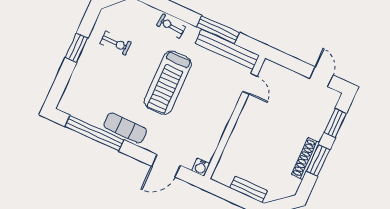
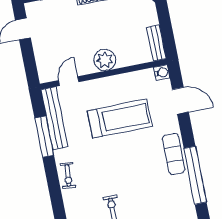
treadmill: (168, 83) -> (120, 119), moved
plant: (246, 127) -> (105, 60), added
bench: (249, 189) -> (156, 43), moved

